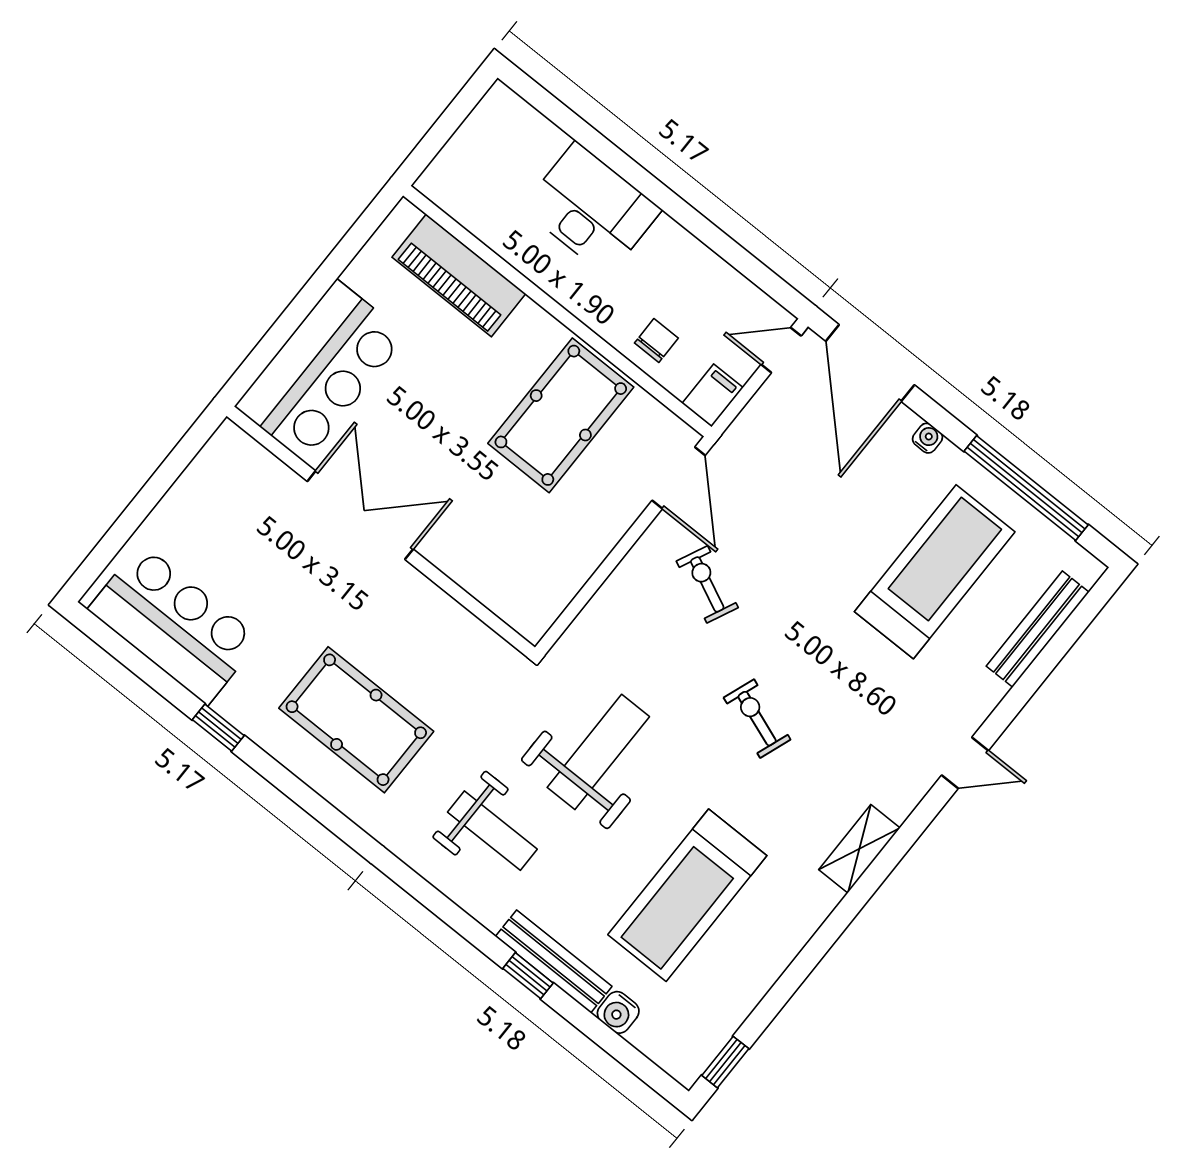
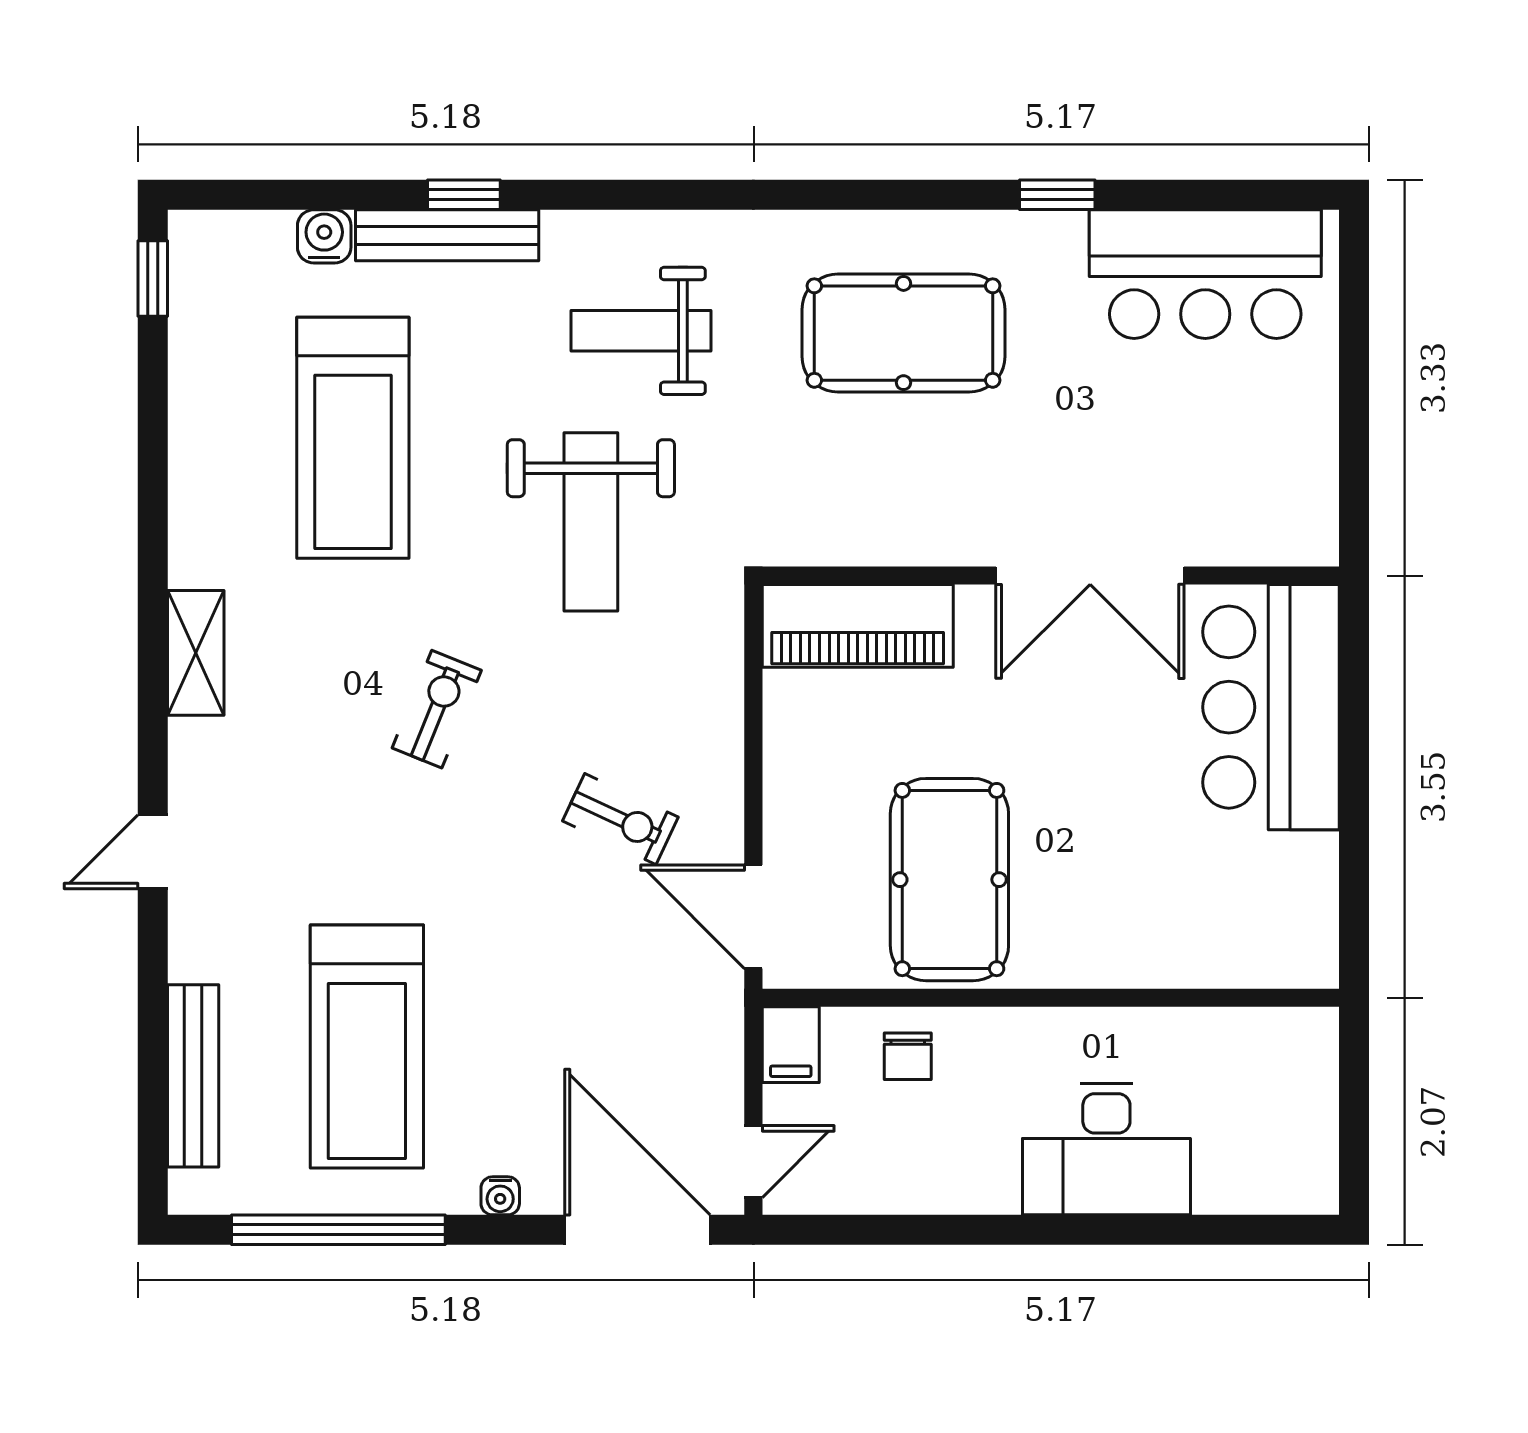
piano: (459, 275) -> (858, 626), moved, turned 180
exercise bike: (757, 719) -> (437, 709), turned -88
treadmill: (687, 895) -> (353, 438), turned 180

